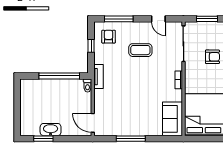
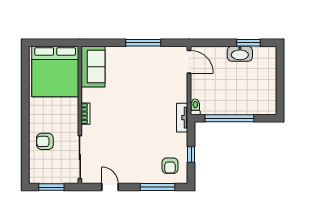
coffee table: (140, 50) -> (132, 149), removed

